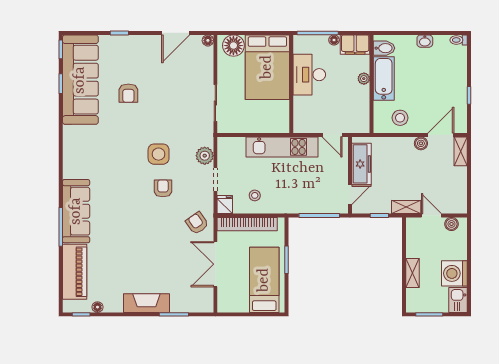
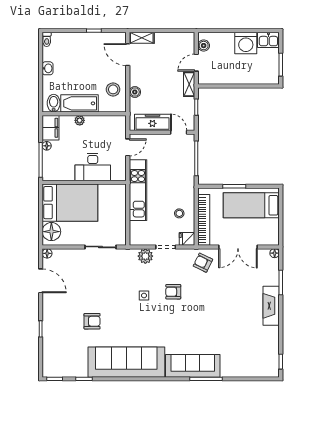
desk: (309, 75) -> (93, 167), moved
sofa: (80, 80) -> (126, 362), moved
boiler: (421, 143) -> (135, 92), moved
side table: (159, 154) -> (144, 295), width x0.54, depth x0.54
armchair: (197, 223) -> (203, 263), turned 61
piano: (75, 272) -> (244, 367), removed
shelving: (412, 273) -> (246, 79), removed
floor lamp: (97, 307) -> (275, 253), moved

